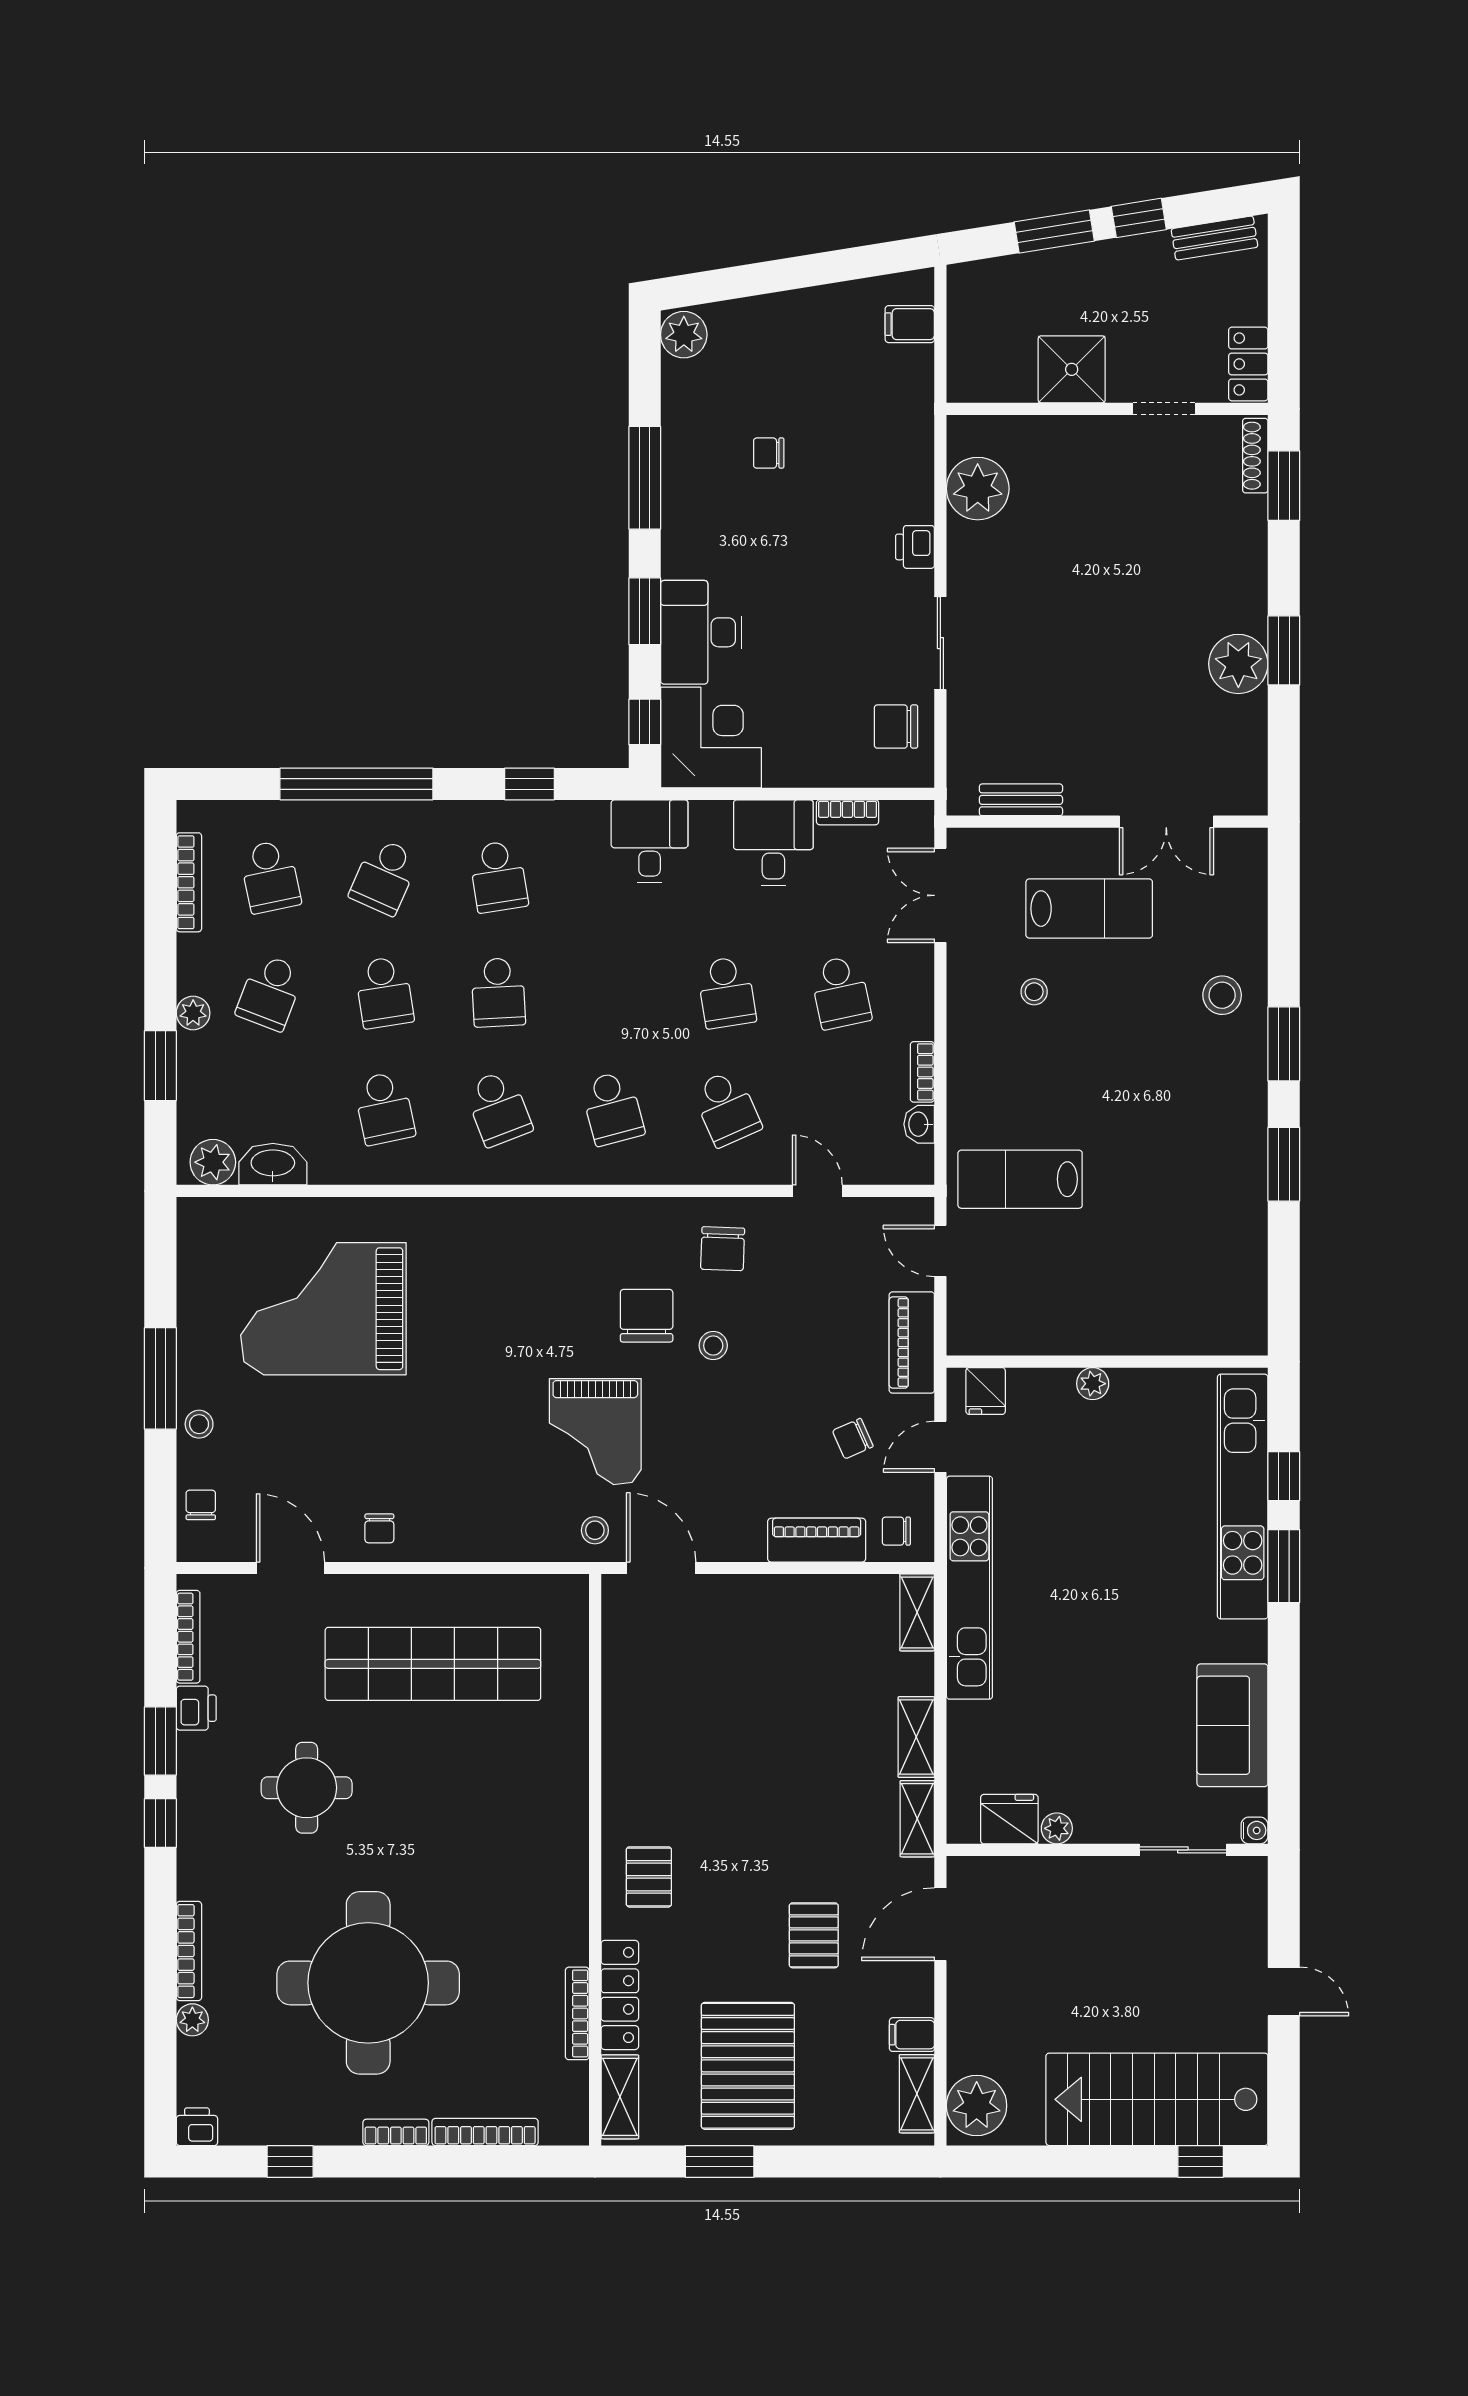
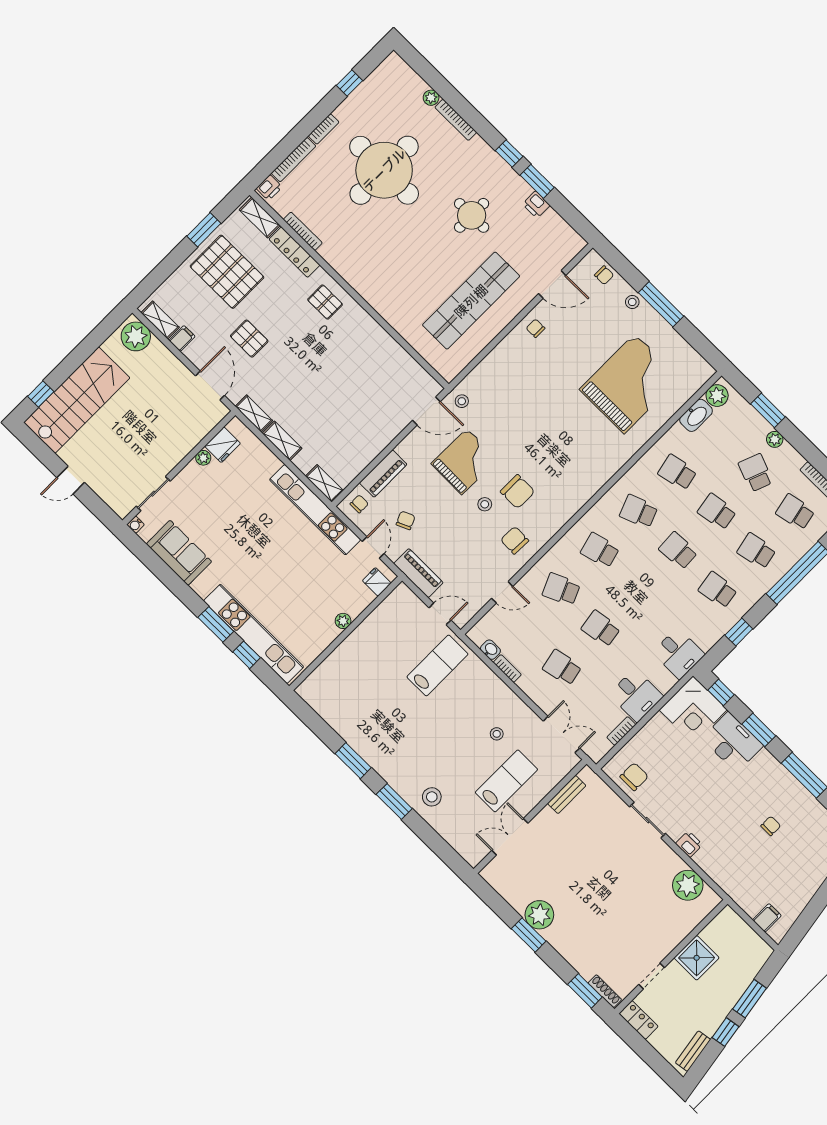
school desk: (384, 877) -> (756, 551), turned -36
lab bench: (1089, 909) -> (506, 781), turned 180
grand piano: (595, 1432) -> (464, 462), moved, turned 91
bookcase: (188, 1637) -> (563, 226), removed
printer: (197, 2127) -> (269, 188), moved

